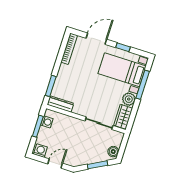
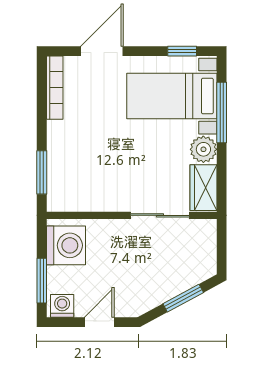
window: (123, 47) -> (182, 51), moved
dresser: (60, 104) -> (72, 202), removed
washing machine: (47, 122) -> (66, 245), width x1.89, depth x1.89
window: (38, 126) -> (42, 281), moved
boiler: (113, 152) -> (206, 262), removed

